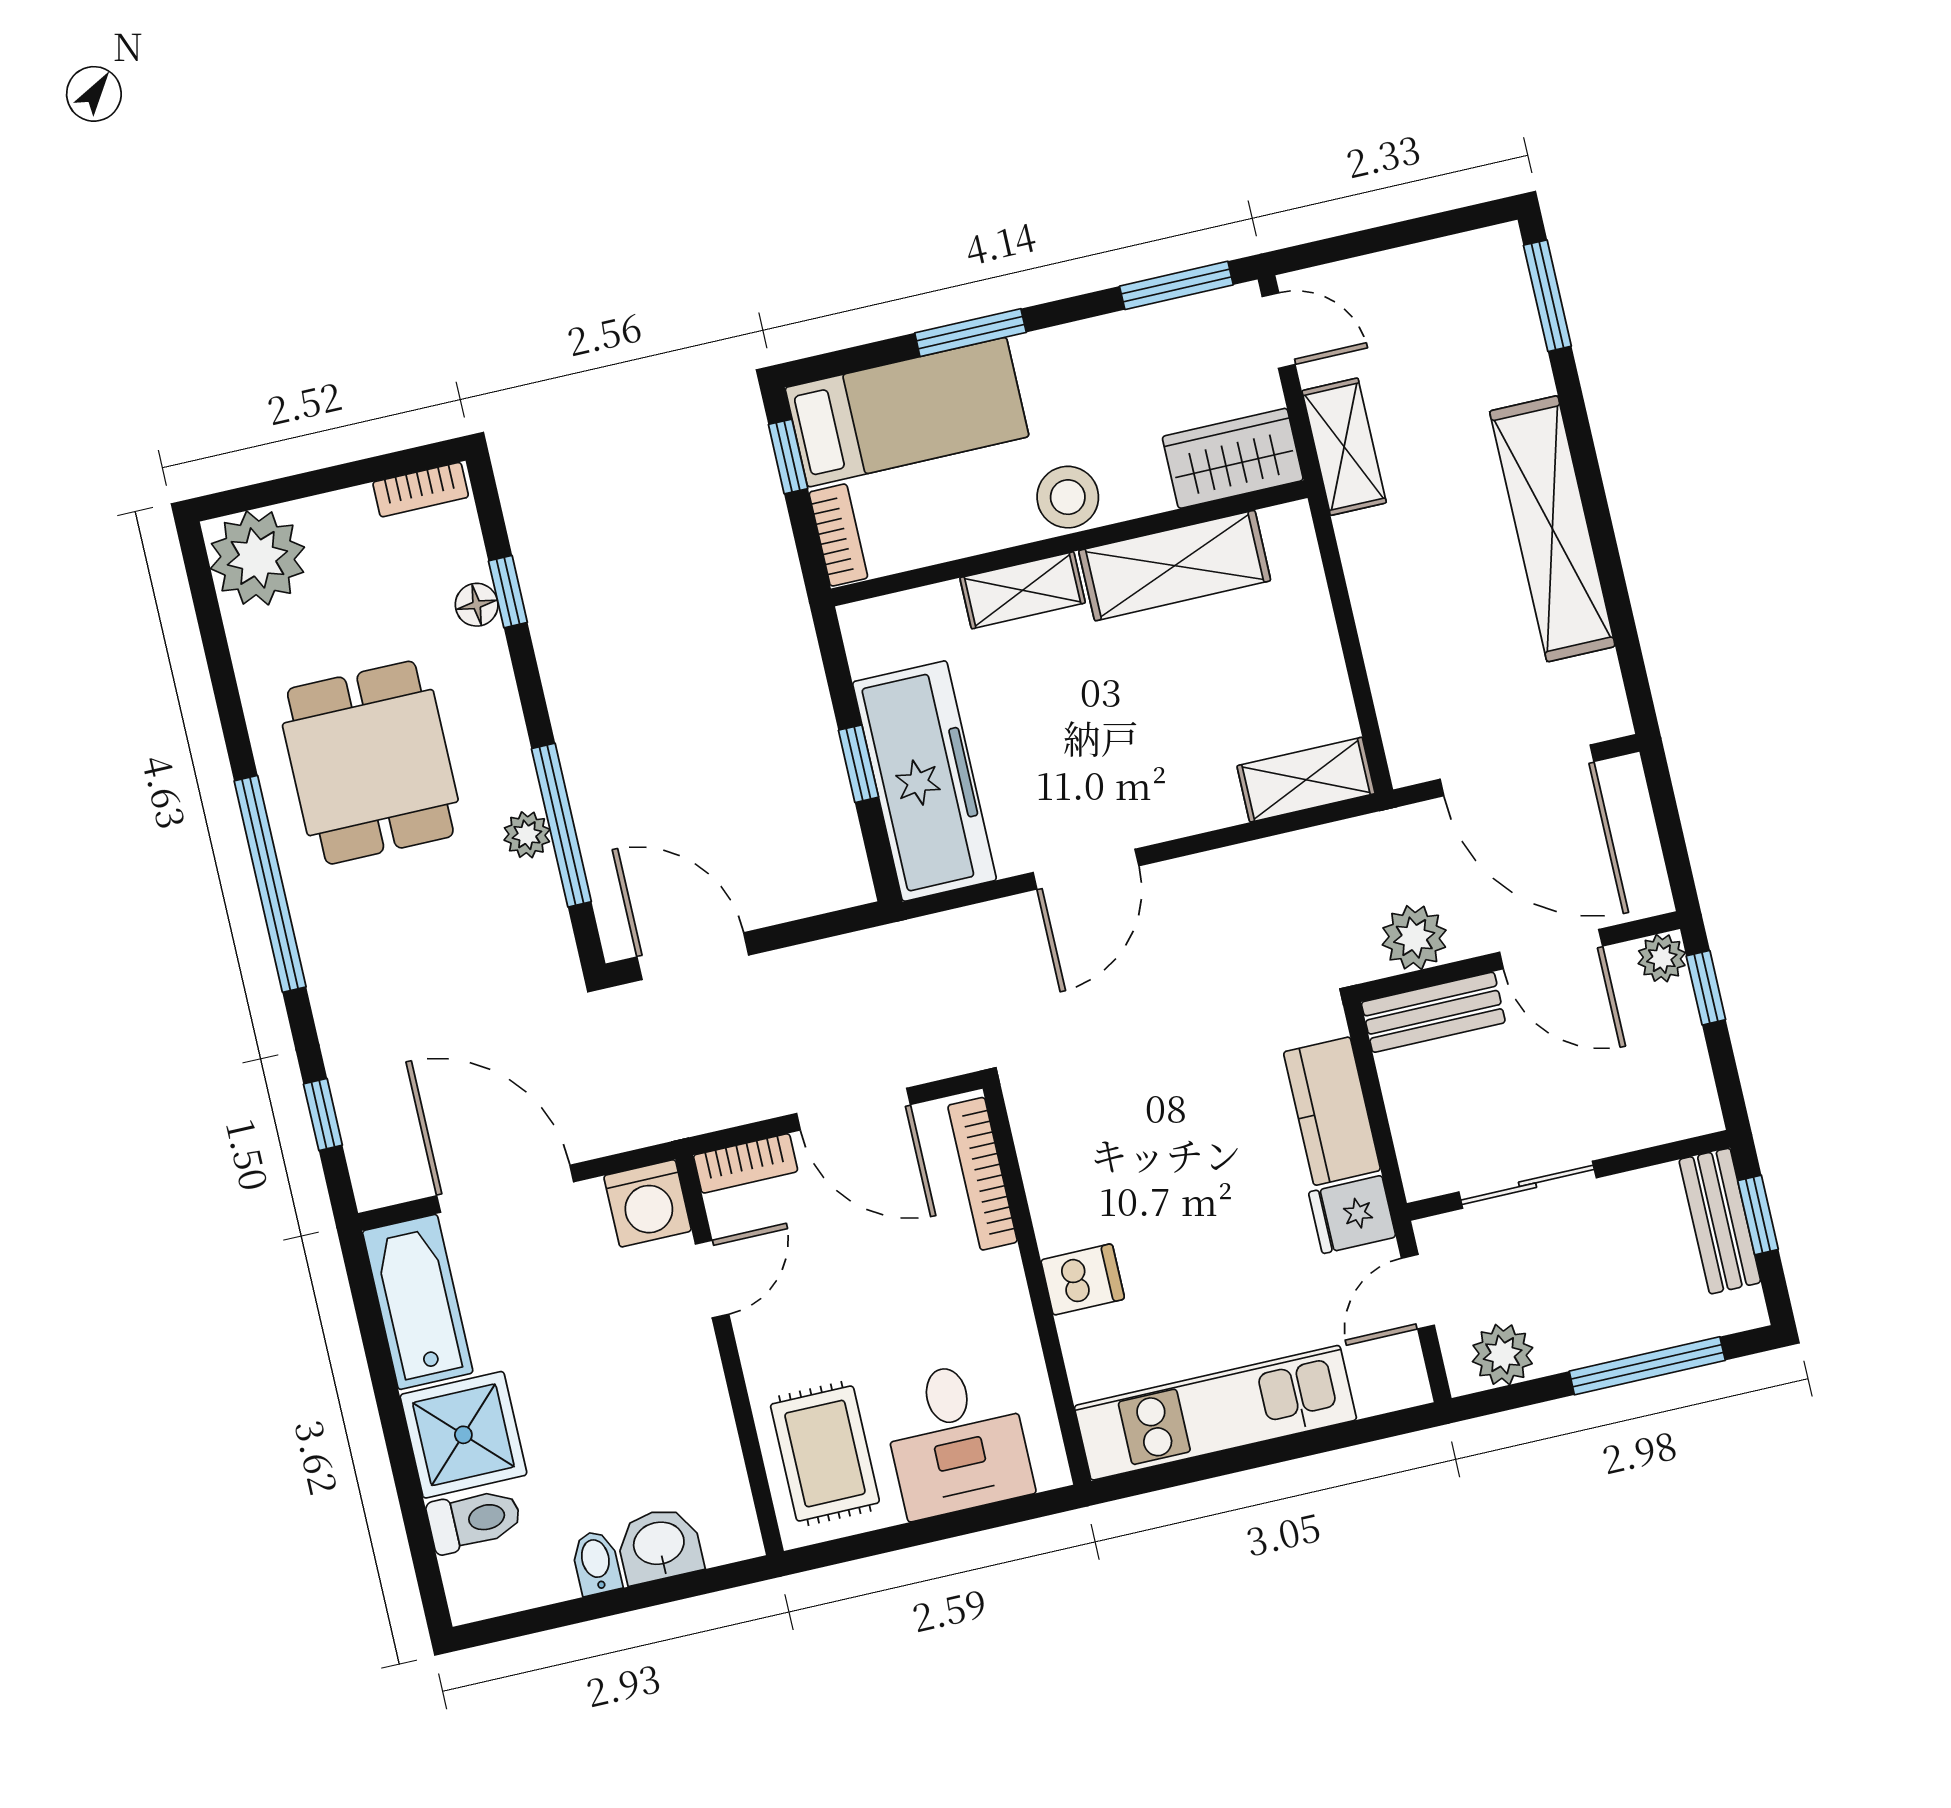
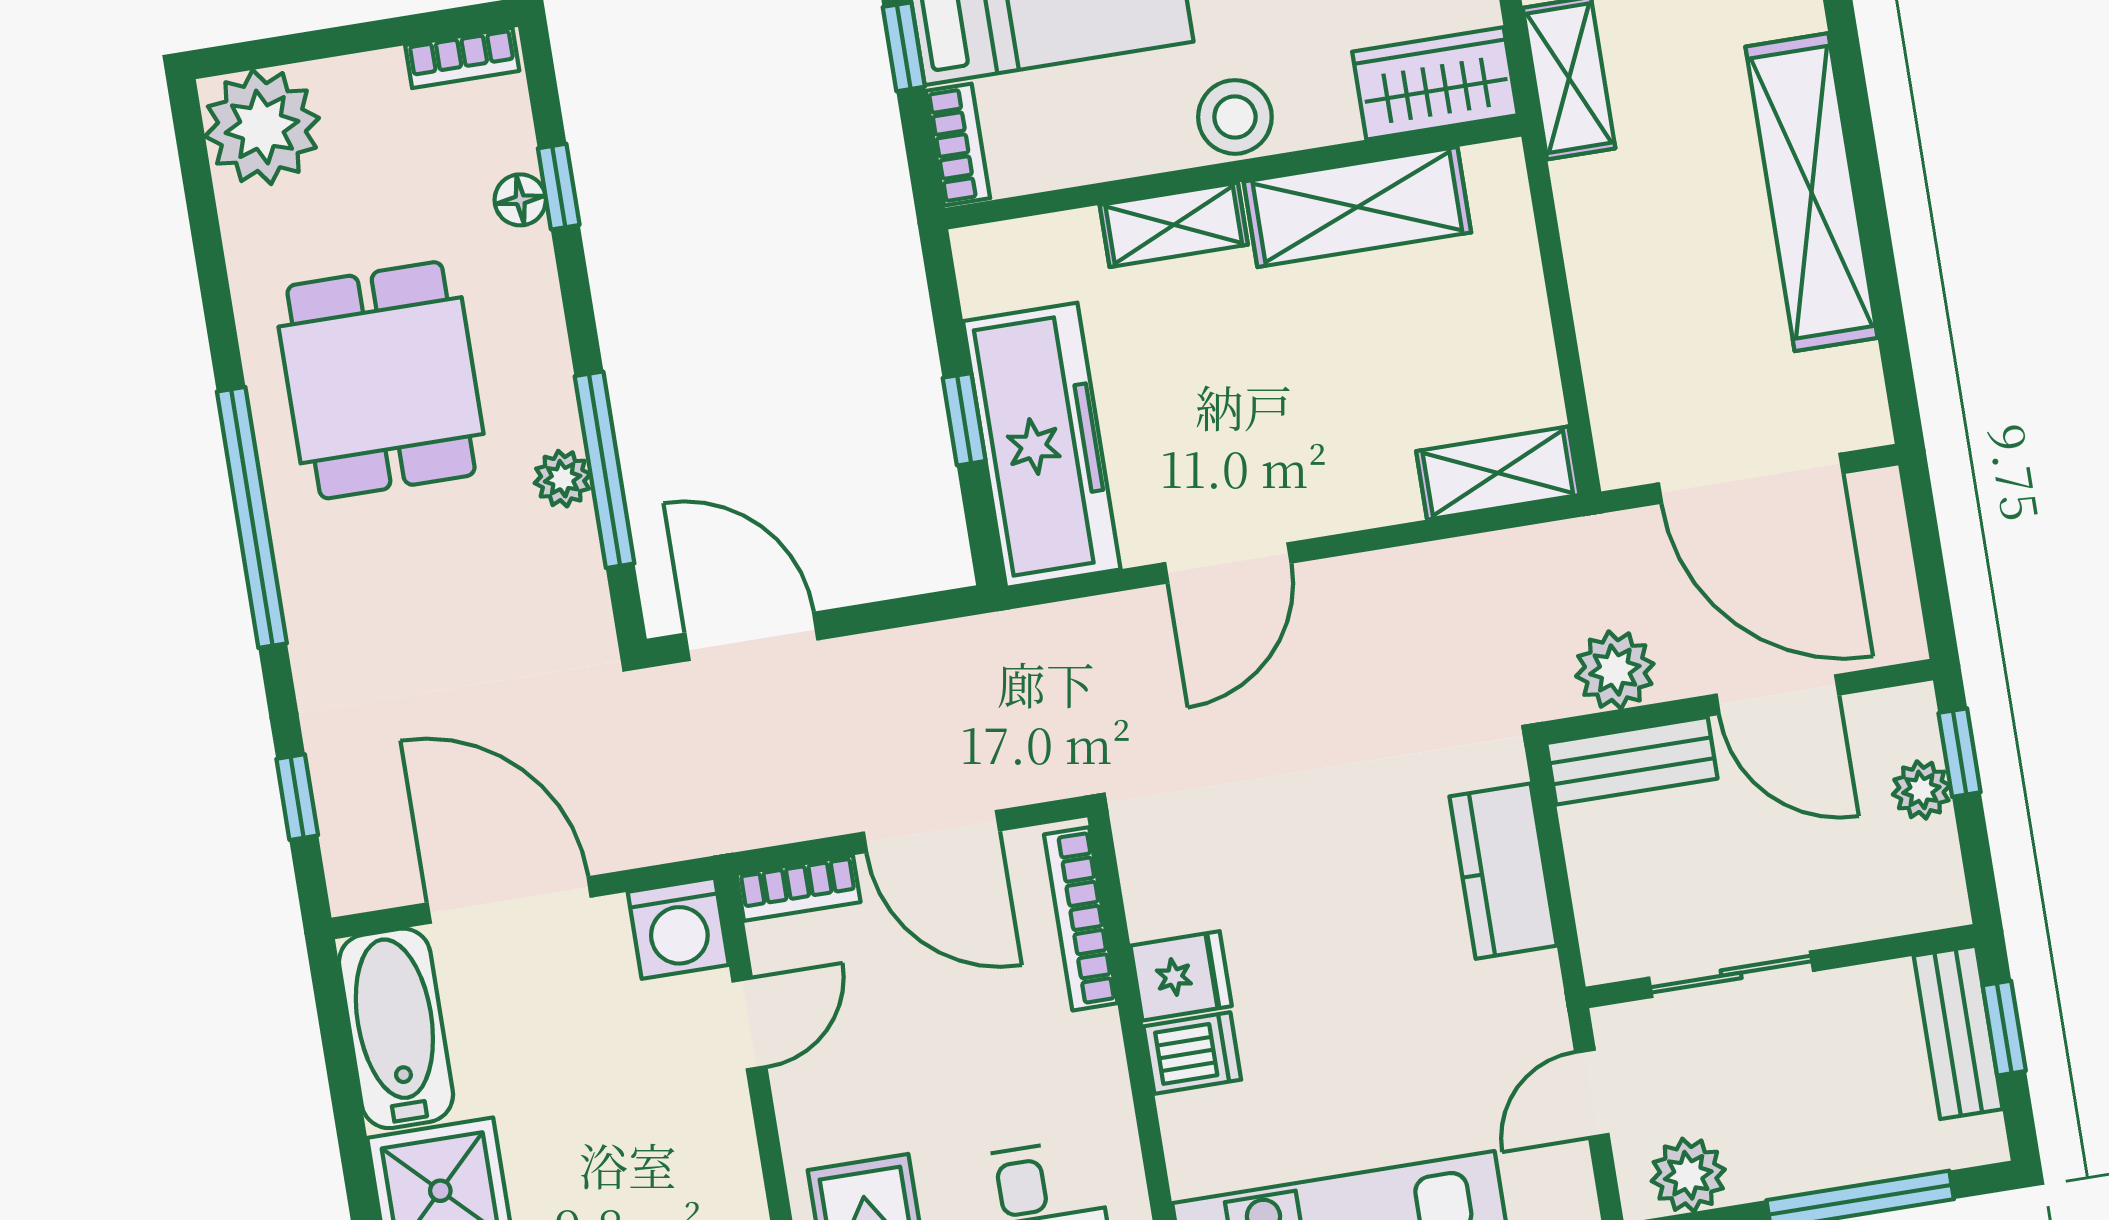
plant: (1662, 958) -> (1921, 790), moved
fridge: (1352, 1215) -> (1181, 976), moved, turned 180

